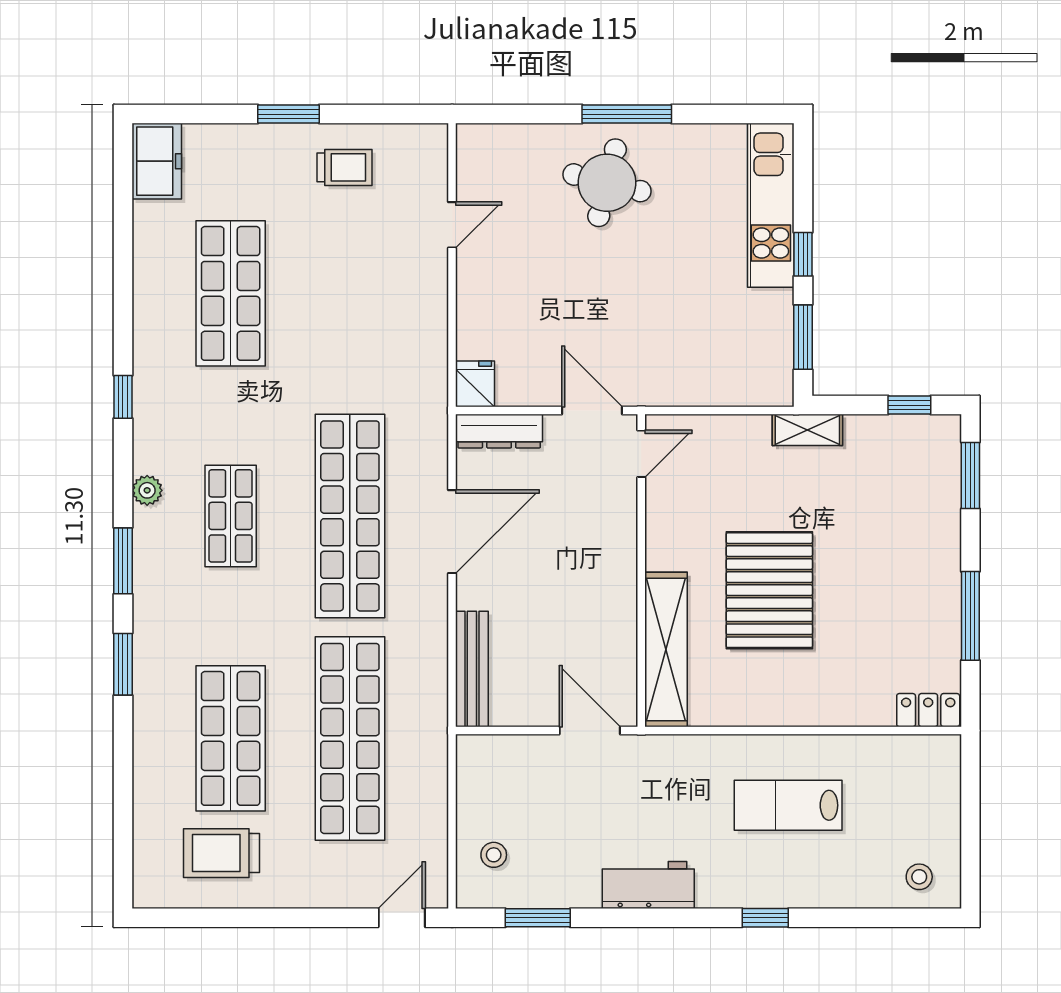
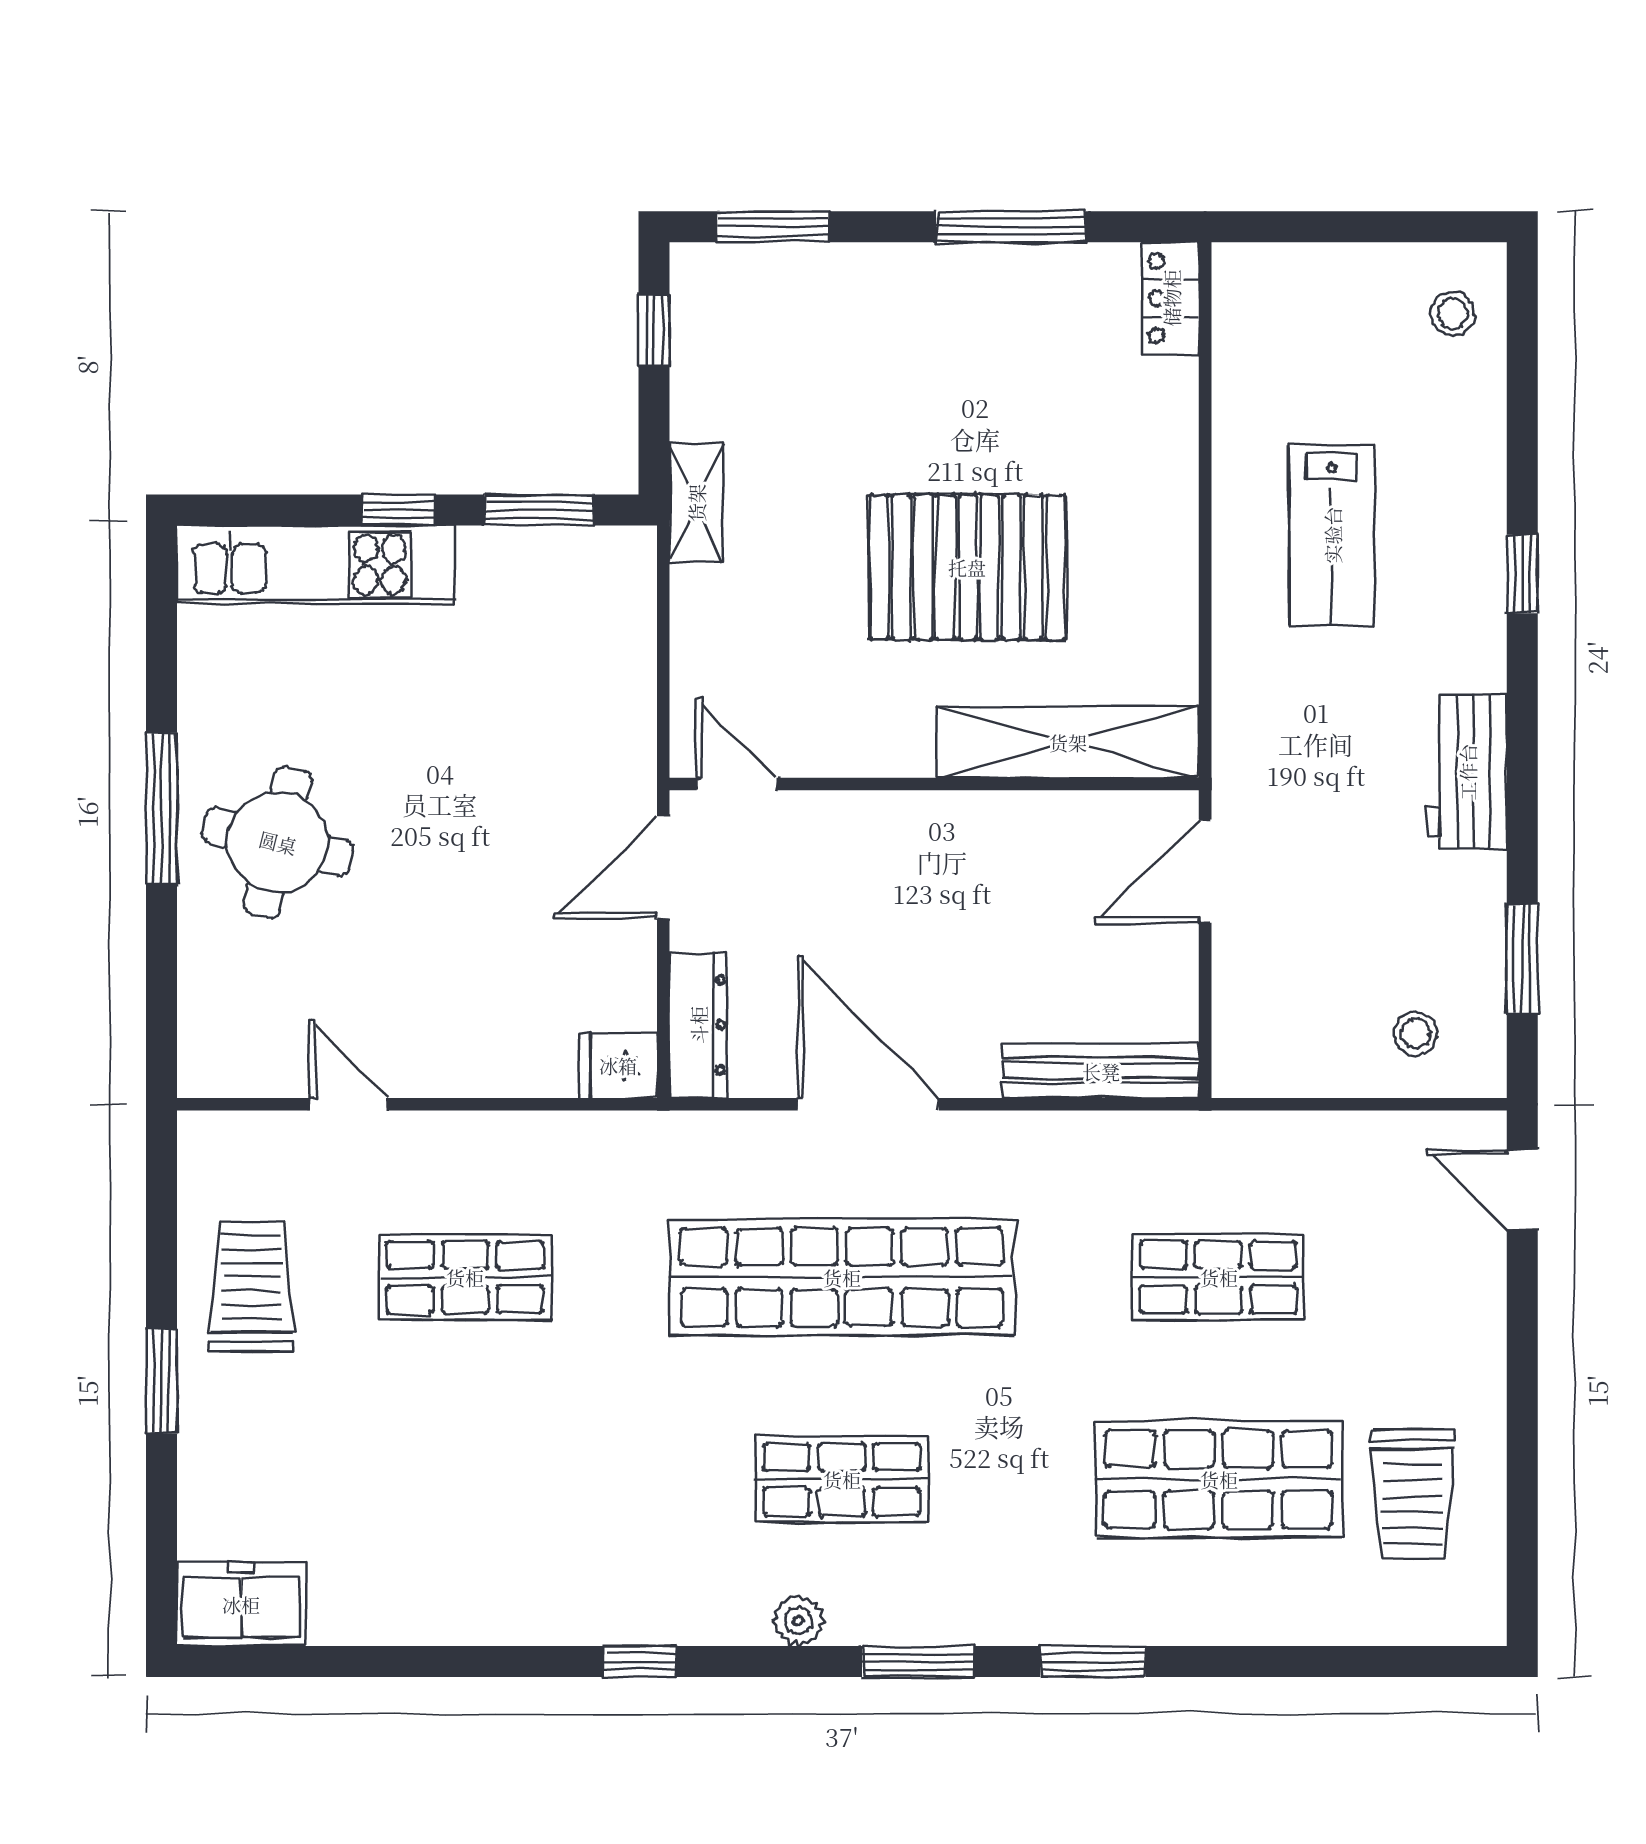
trolley: (345, 167) -> (252, 1286), width x1.36, depth x1.39
shop shelf: (231, 293) -> (465, 1277), moved, width x0.70, depth x0.74
shop shelf: (350, 738) -> (1219, 1277), width x0.50, depth x0.74

